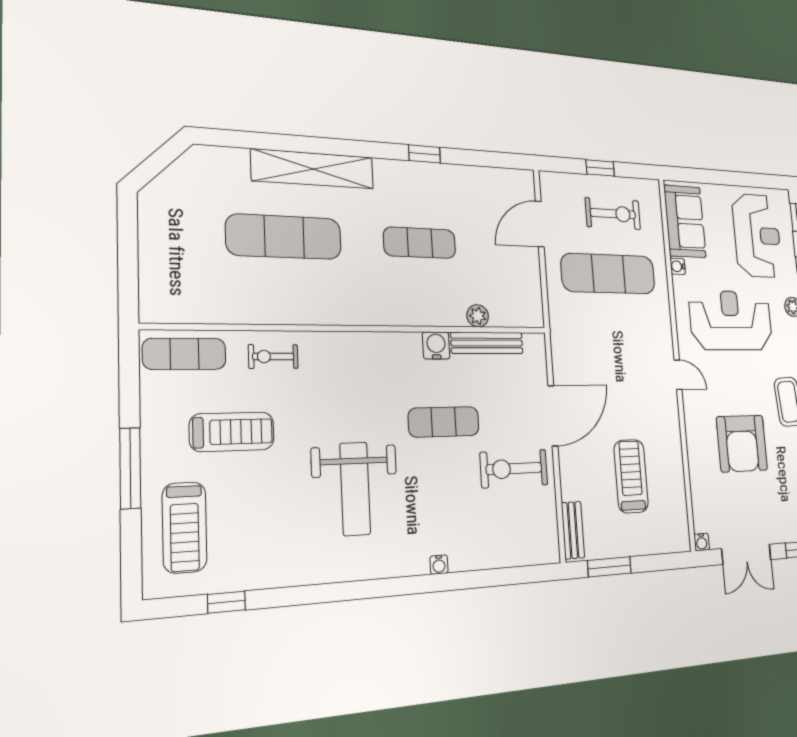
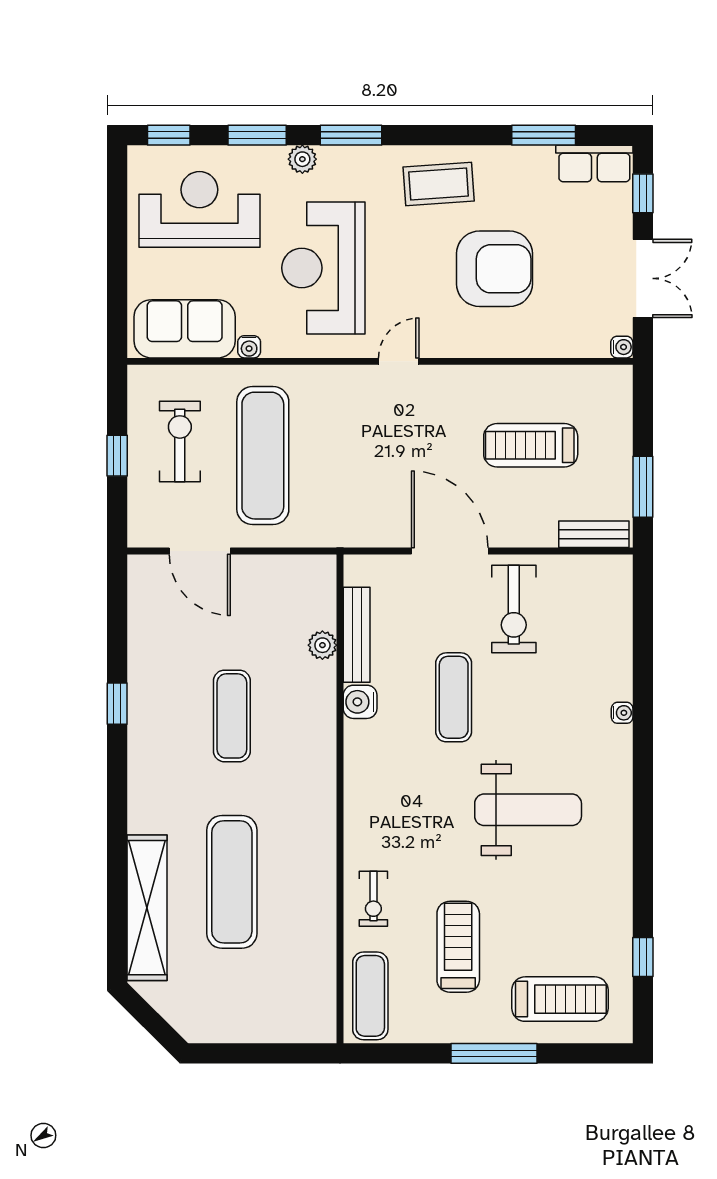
shelving: (313, 169) -> (147, 908), moved

